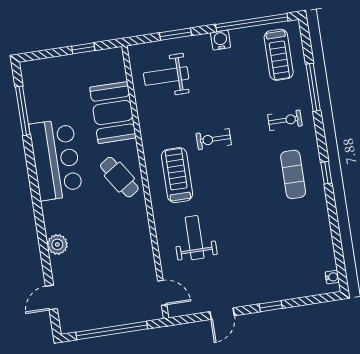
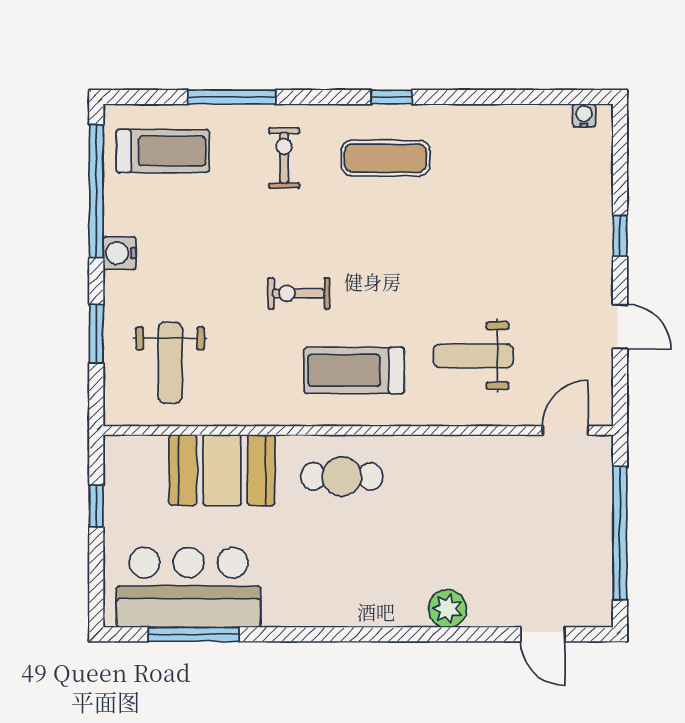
exercise bike: (214, 139) -> (299, 293), turned 90
bar counter: (56, 160) -> (189, 587), moved
cafe table: (119, 177) -> (342, 476), turned 33

